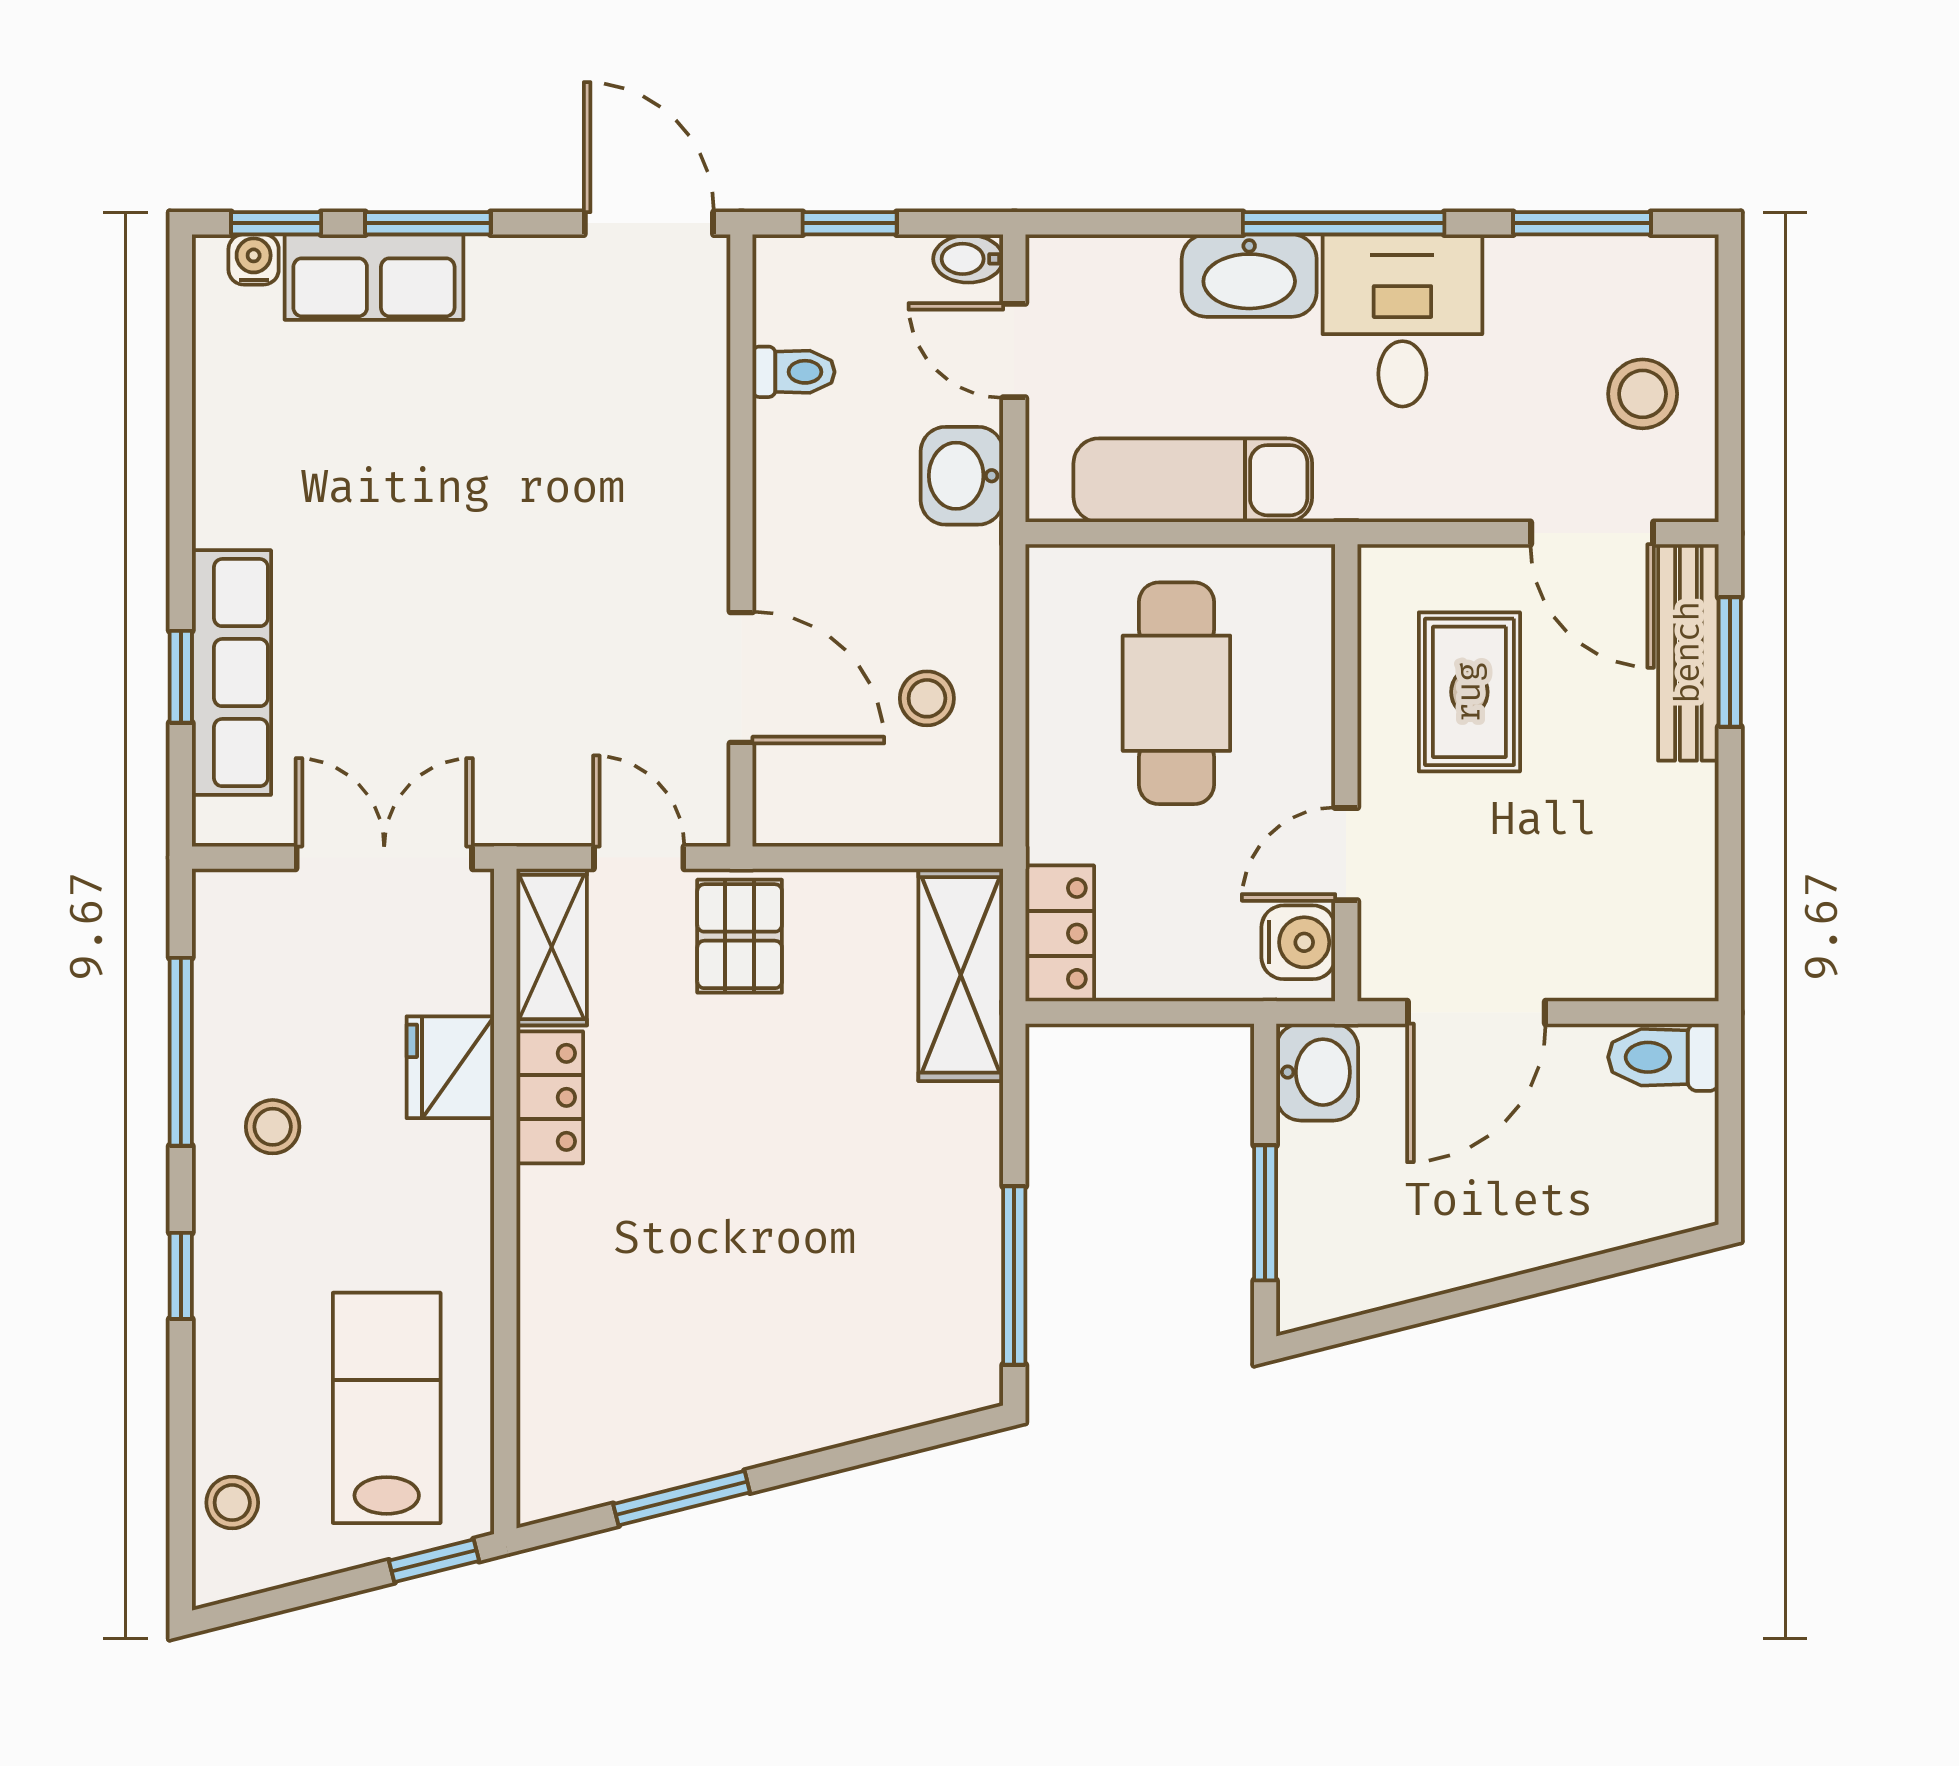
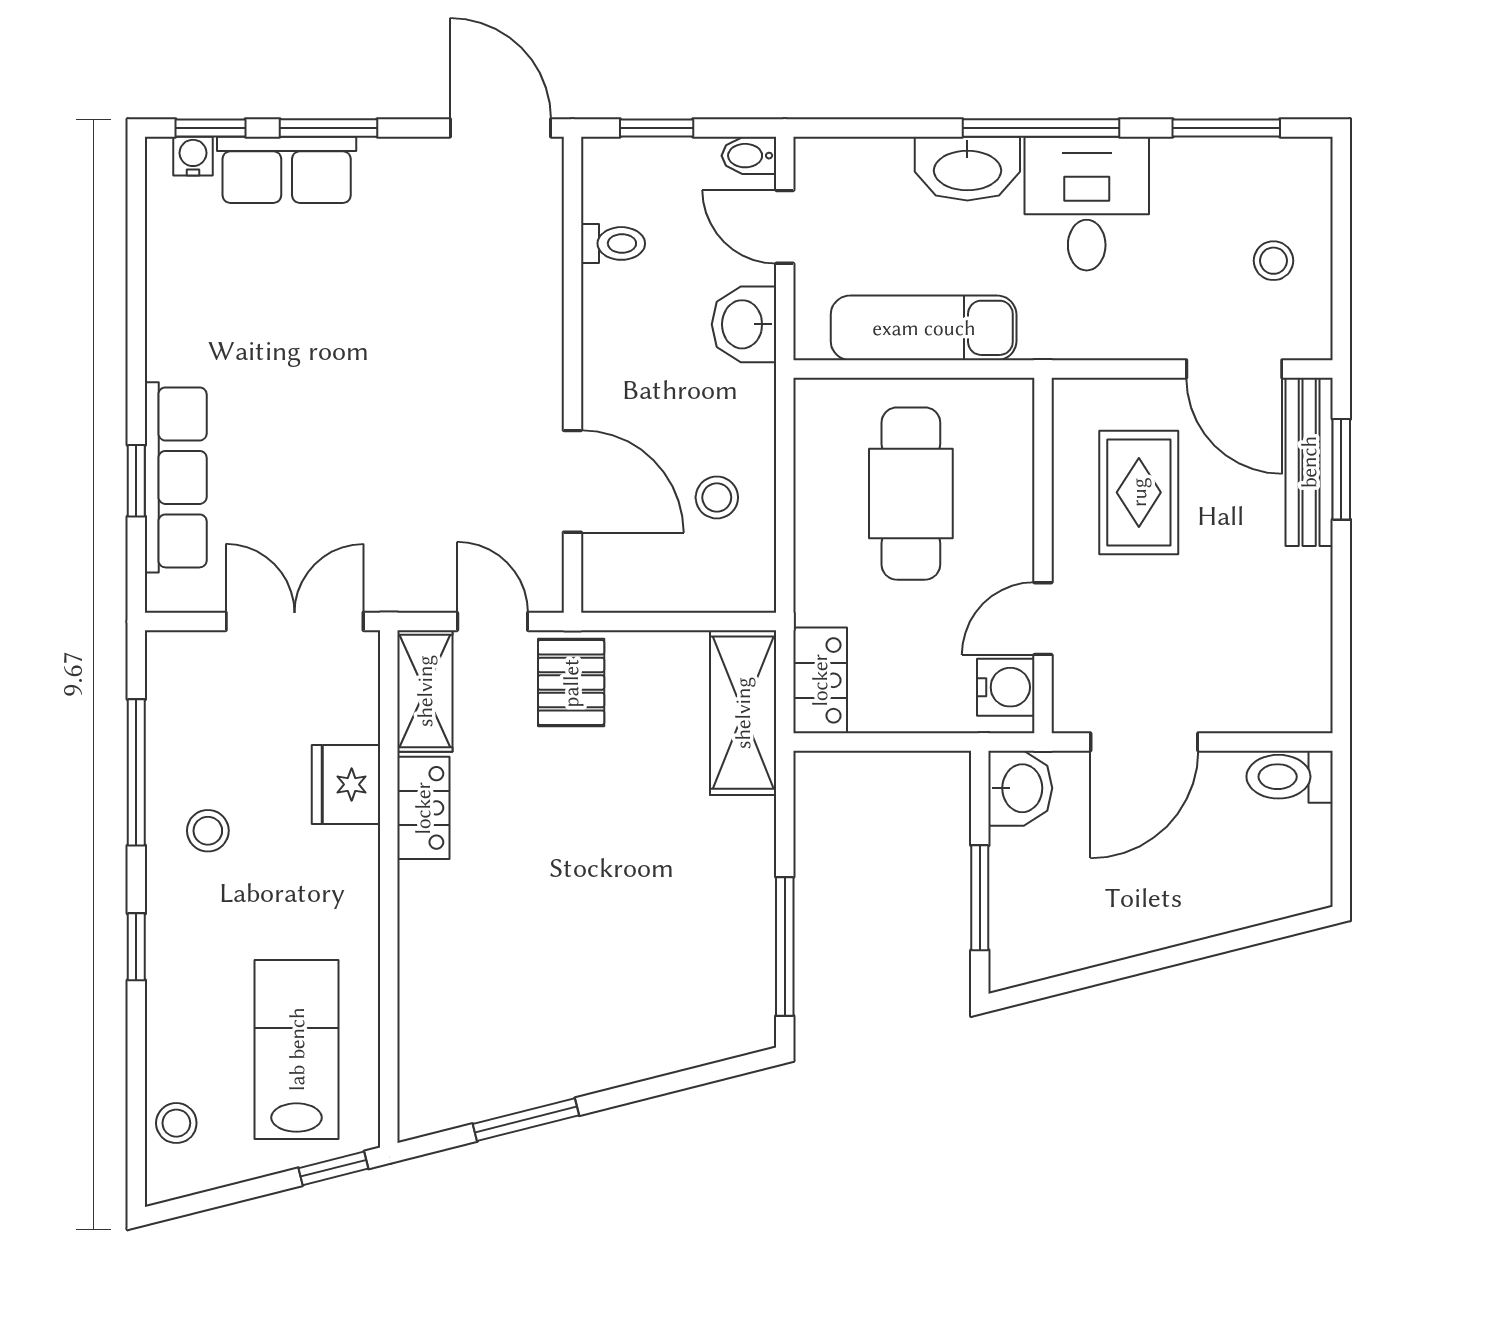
stool: (1643, 394) -> (1273, 261), width x0.73, depth x0.73

